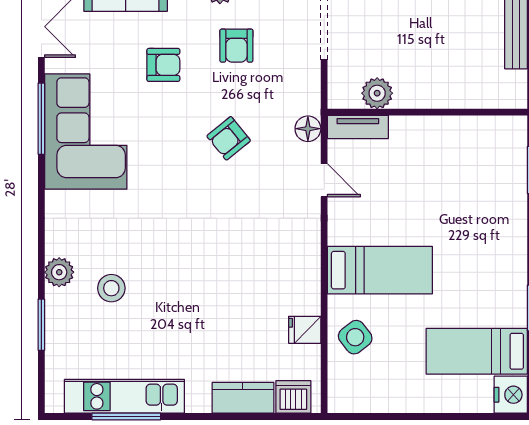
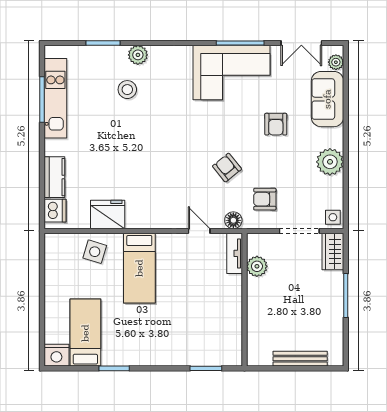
armchair: (236, 46) -> (265, 199), moved
door: (324, 180) -> (199, 231), swing flipped
fridge: (305, 330) -> (108, 214), width x1.88, depth x1.34
side table: (355, 337) -> (95, 252), turned -35

